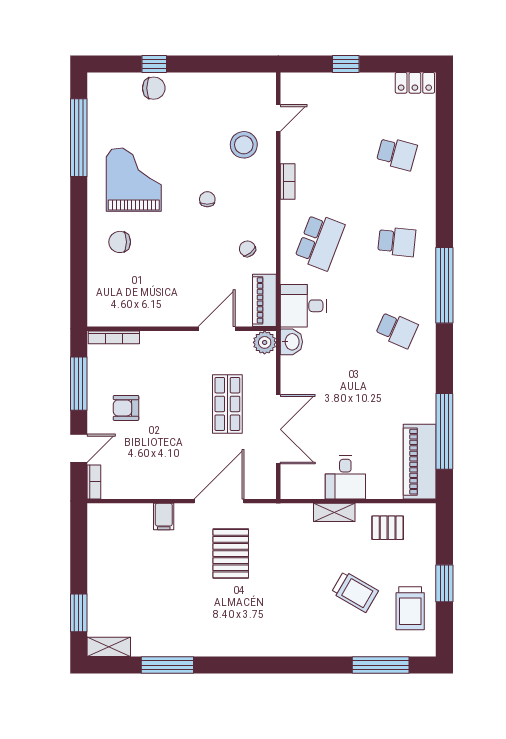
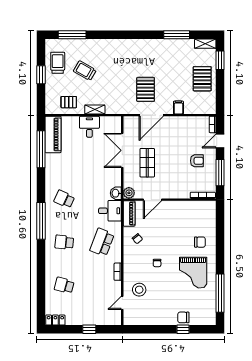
pallet: (115, 575) -> (202, 79), added

